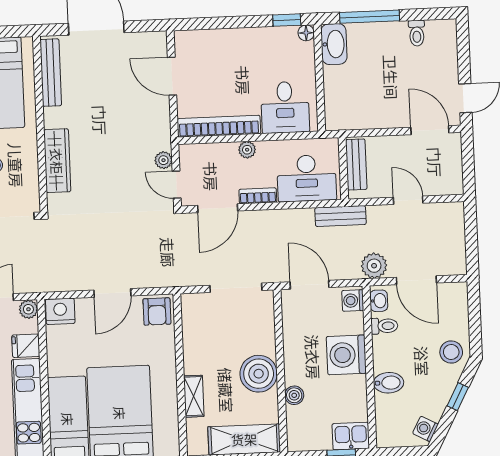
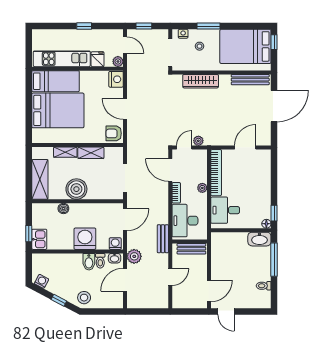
shelving: (193, 351) -> (91, 153), added
bidet: (389, 383) -> (89, 262), moved

